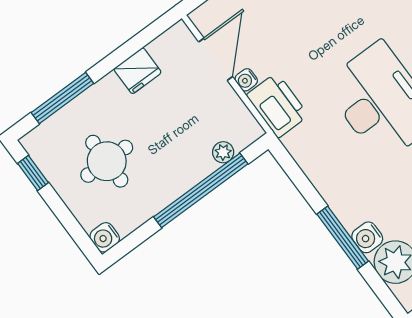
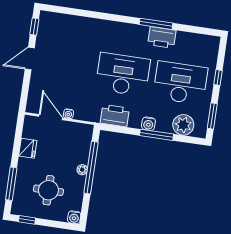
printer: (277, 105) -> (115, 116), moved
plant: (223, 152) -> (82, 170), moved
water cooler: (367, 237) -> (148, 124), moved

